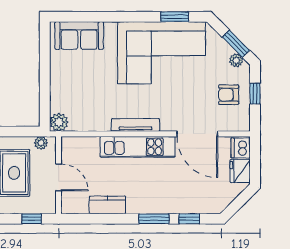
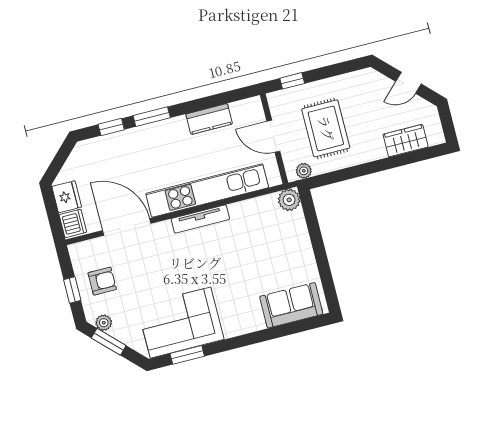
corner sofa: (162, 53) -> (181, 323), width x0.73, depth x0.74
kitchen unit: (137, 147) -> (207, 191), width x1.36

